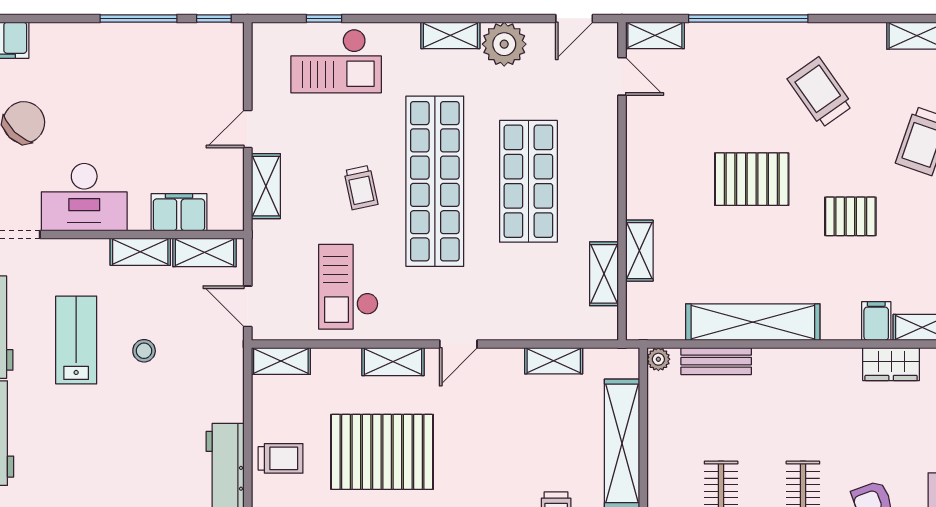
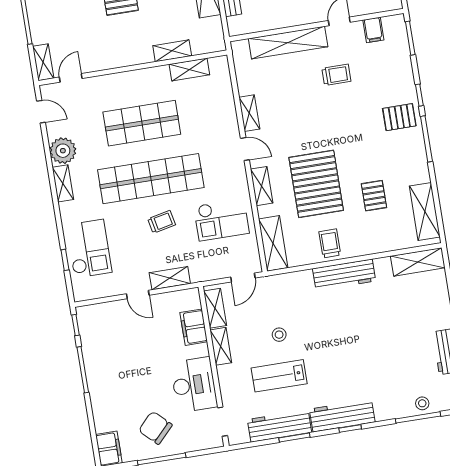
plant: (658, 359) -> (235, 29), removed
shelving: (281, 361) -> (273, 243), width x1.50, depth x1.33
shelving: (554, 361) -> (249, 113), moved

